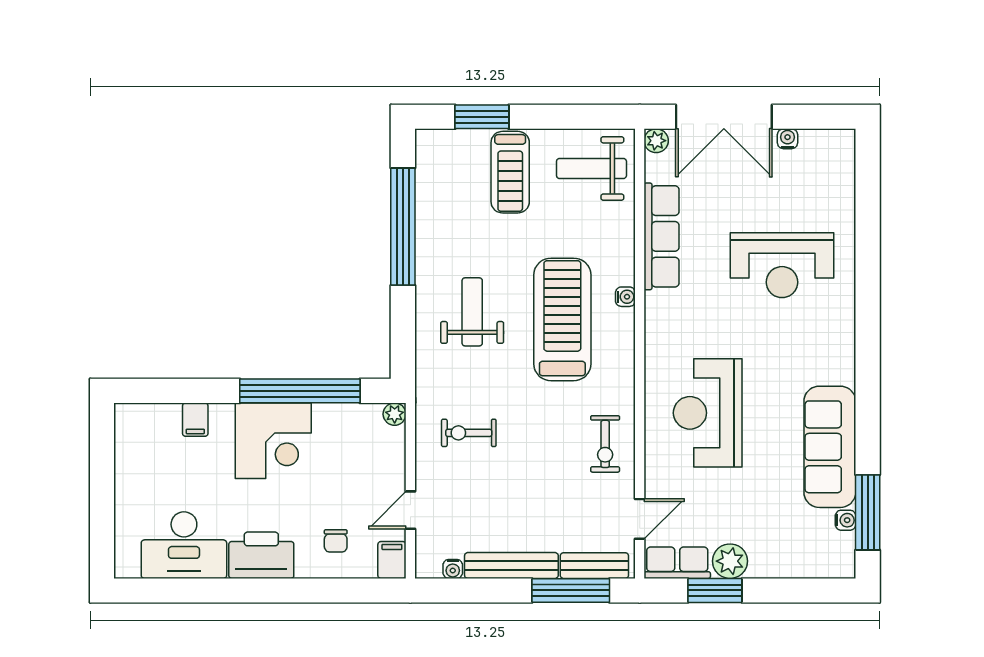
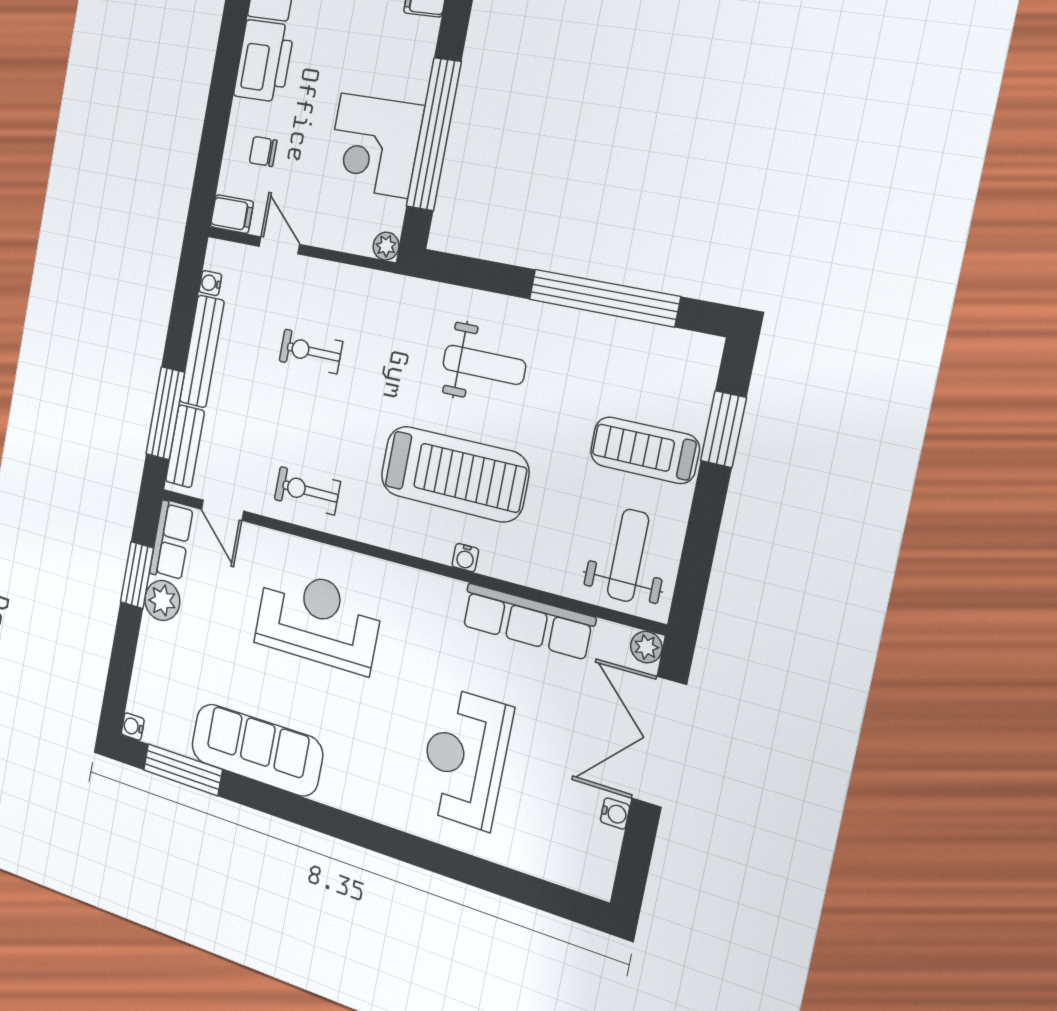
exercise bike: (469, 433) -> (311, 351), moved, turned -90
corner desk: (273, 441) -> (374, 145), moved
water cooler: (846, 520) -> (133, 727), moved, turned 90

